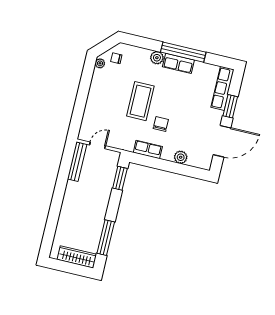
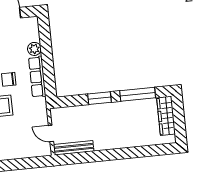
row of seats: (148, 149) -> (37, 77), width x1.48
window: (120, 178) -> (100, 98), moved

